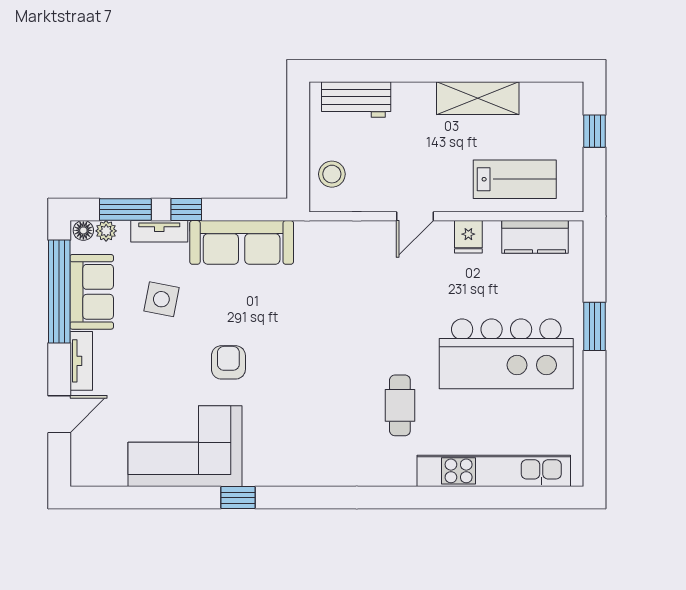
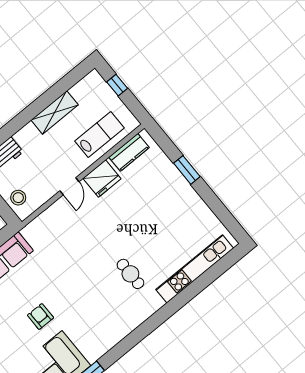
fridge: (468, 237) -> (102, 179), width x1.88, depth x1.34
kitchen island: (506, 354) -> (158, 213), removed

